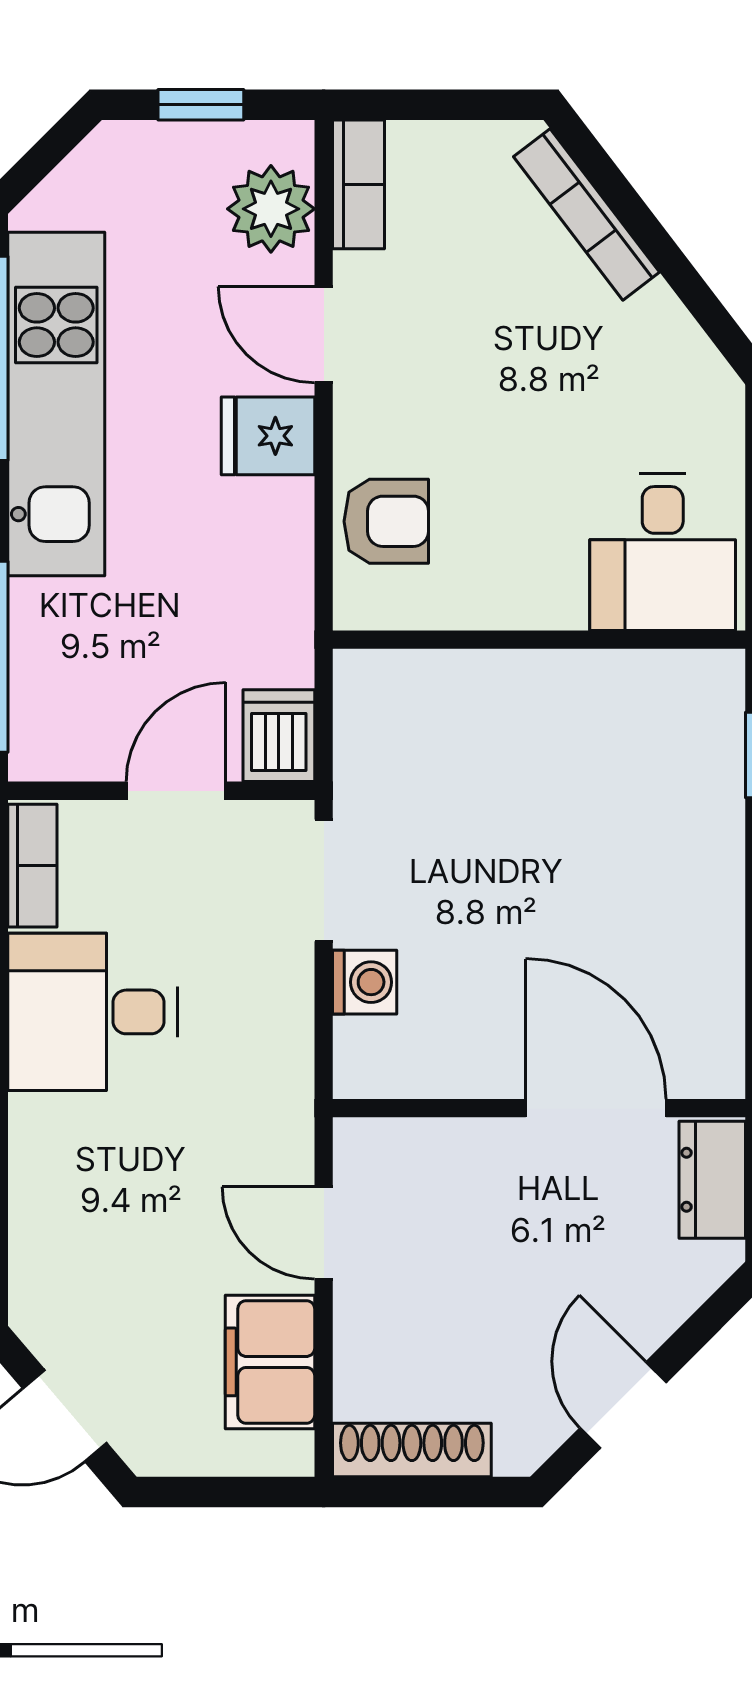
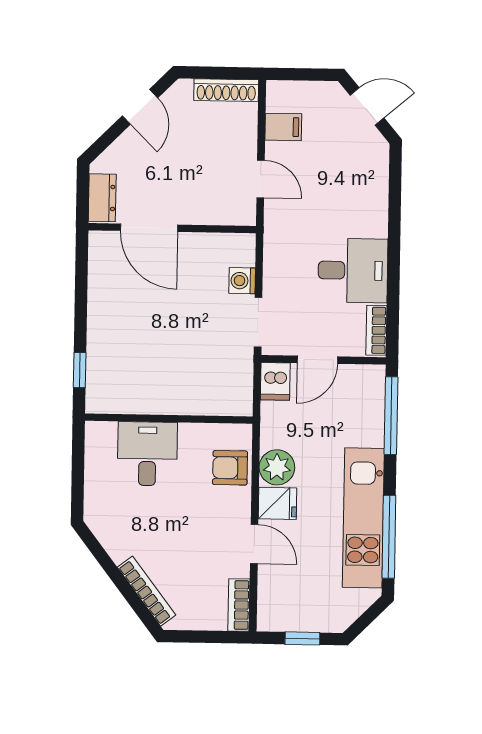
plant: (271, 209) -> (277, 467), moved
desk: (663, 552) -> (147, 454), moved
filing cabinet: (270, 1362) -> (283, 127), width x0.50

